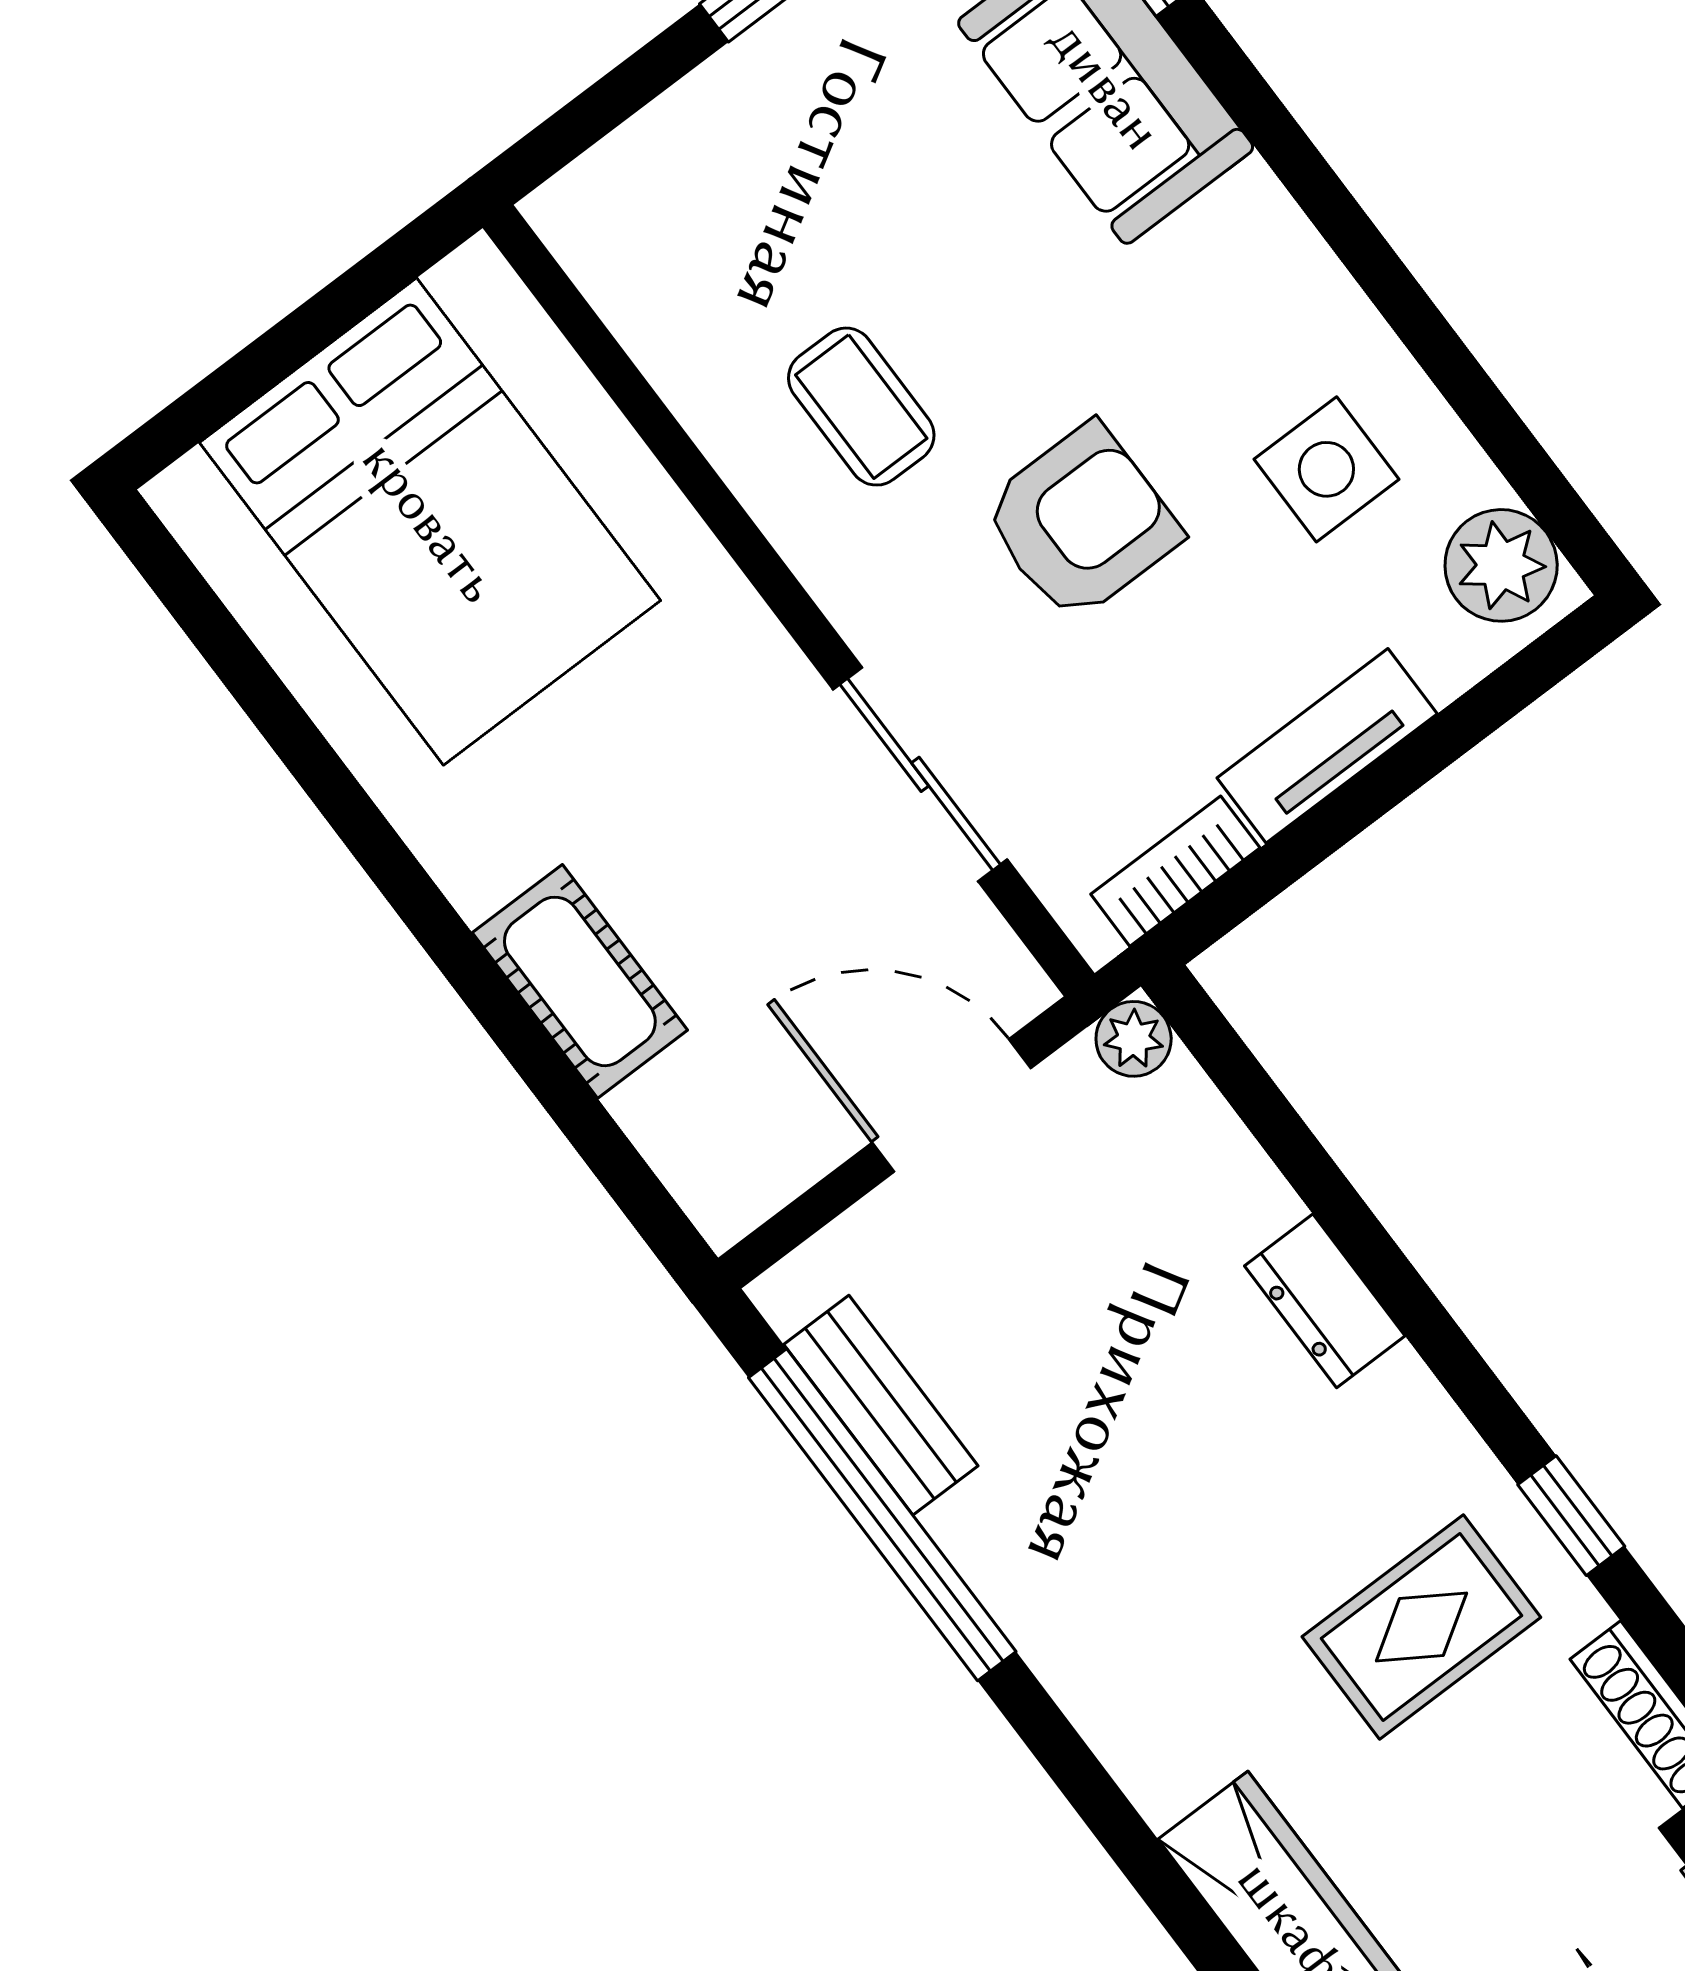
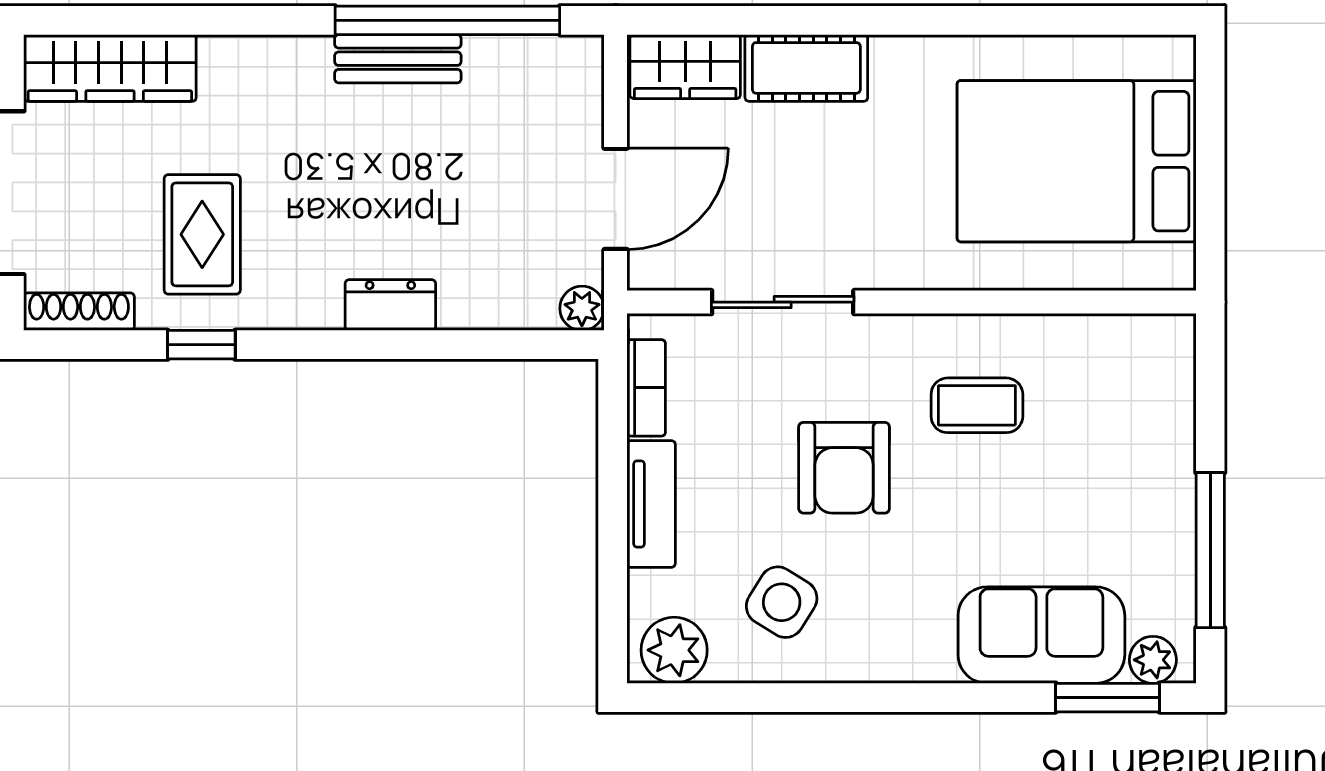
side table: (1326, 469) -> (782, 602), turned 32
wardrobe: (702, 1146) -> (685, 67), added
bench: (881, 1405) -> (398, 59), moved

